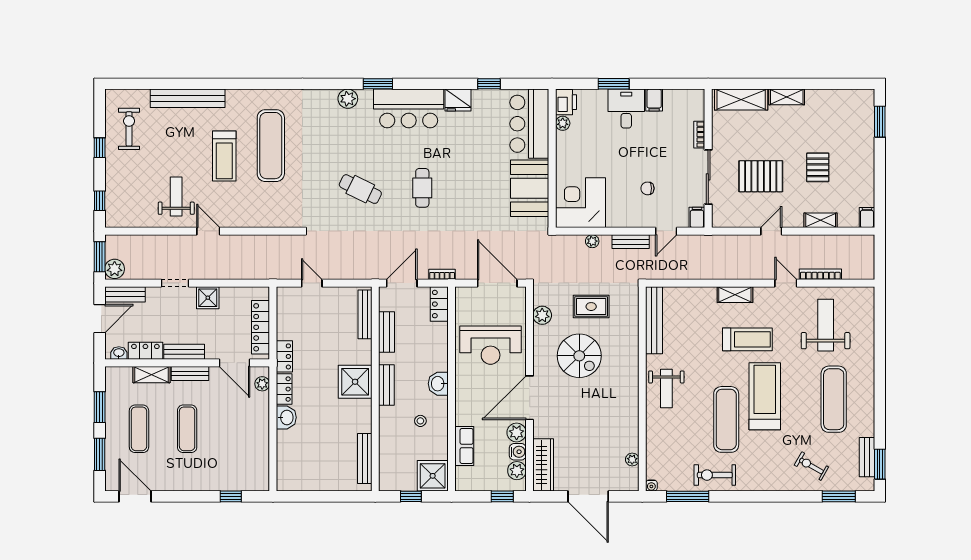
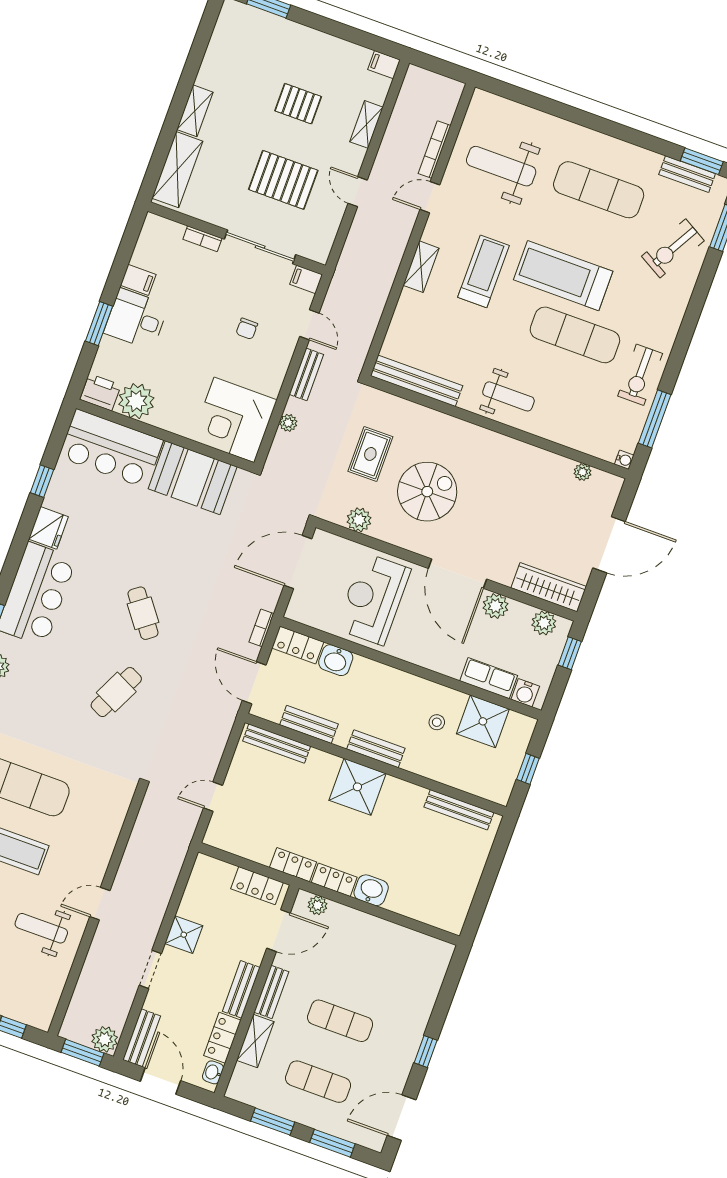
plant: (563, 123) -> (136, 401), width x1.88, depth x1.88
pallet: (761, 176) -> (283, 180), turned 90
cafe table: (422, 188) -> (143, 613), turned 53
locker: (261, 327) -> (257, 886), width x0.66
reception desk: (491, 345) -> (373, 599), turned 180
washbasin: (438, 384) -> (336, 660), moved
water cooler: (518, 452) -> (525, 693), moved, turned 180
exercise bike: (811, 466) -> (673, 248), width x1.38, depth x1.39
shower: (433, 476) -> (483, 721), moved
window: (231, 496) -> (426, 1051), moved

